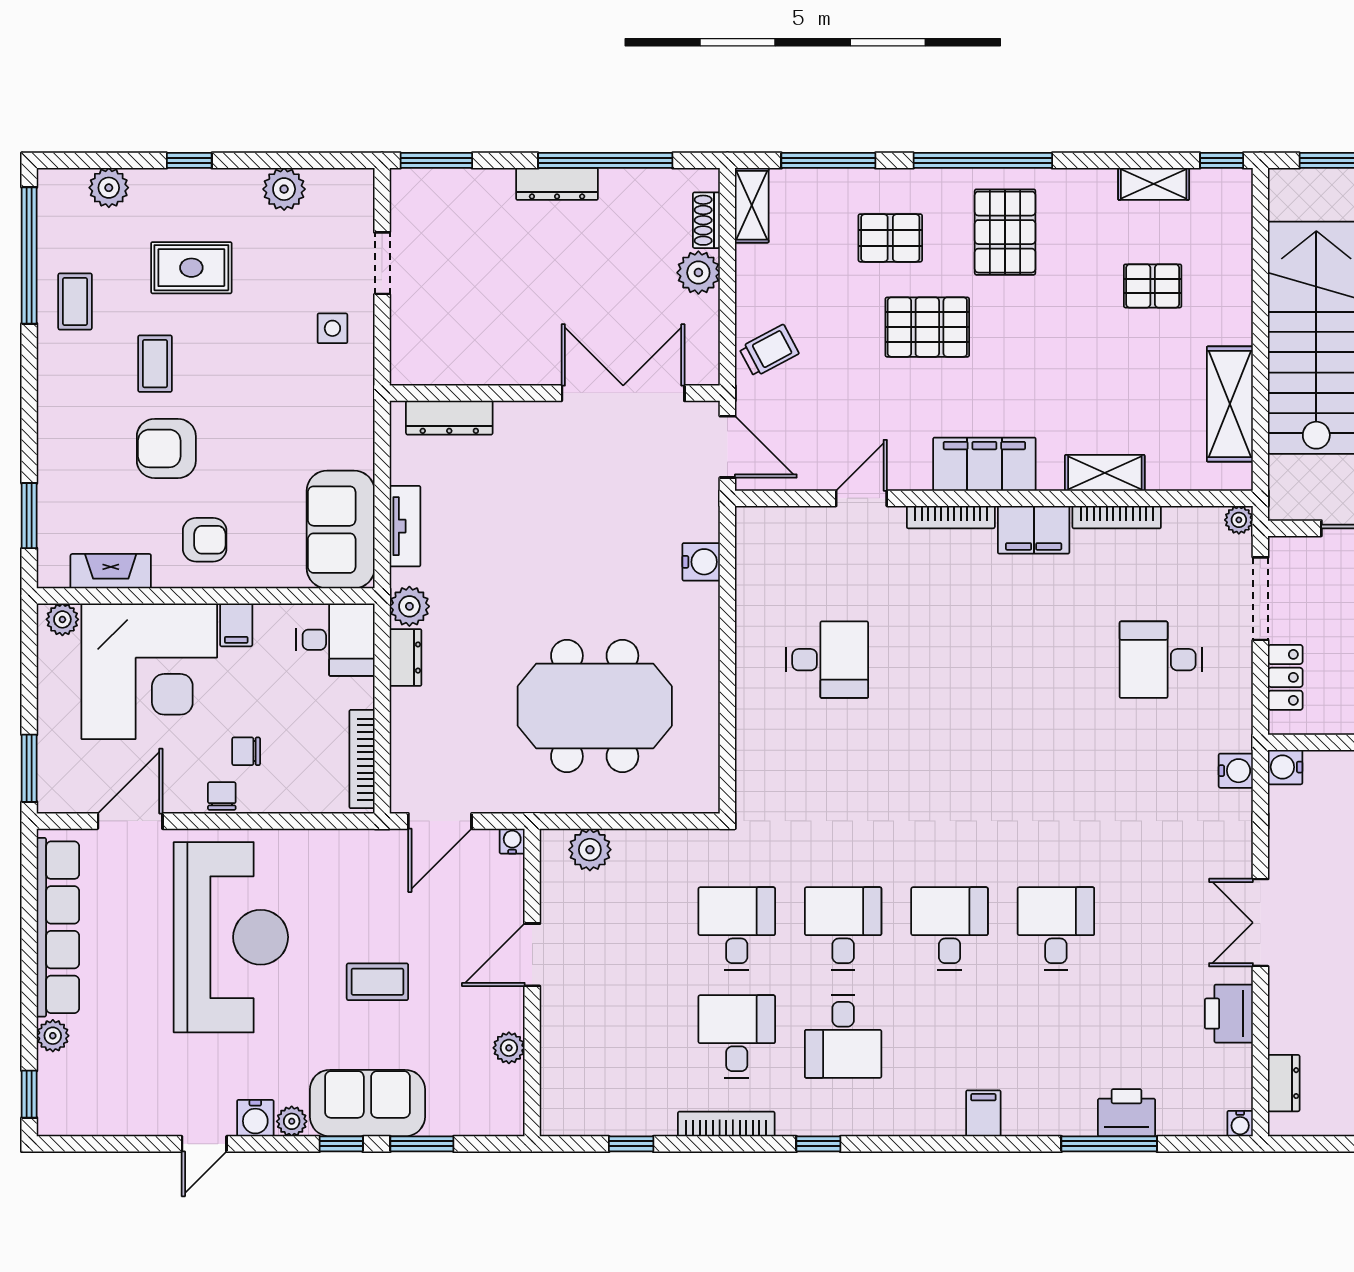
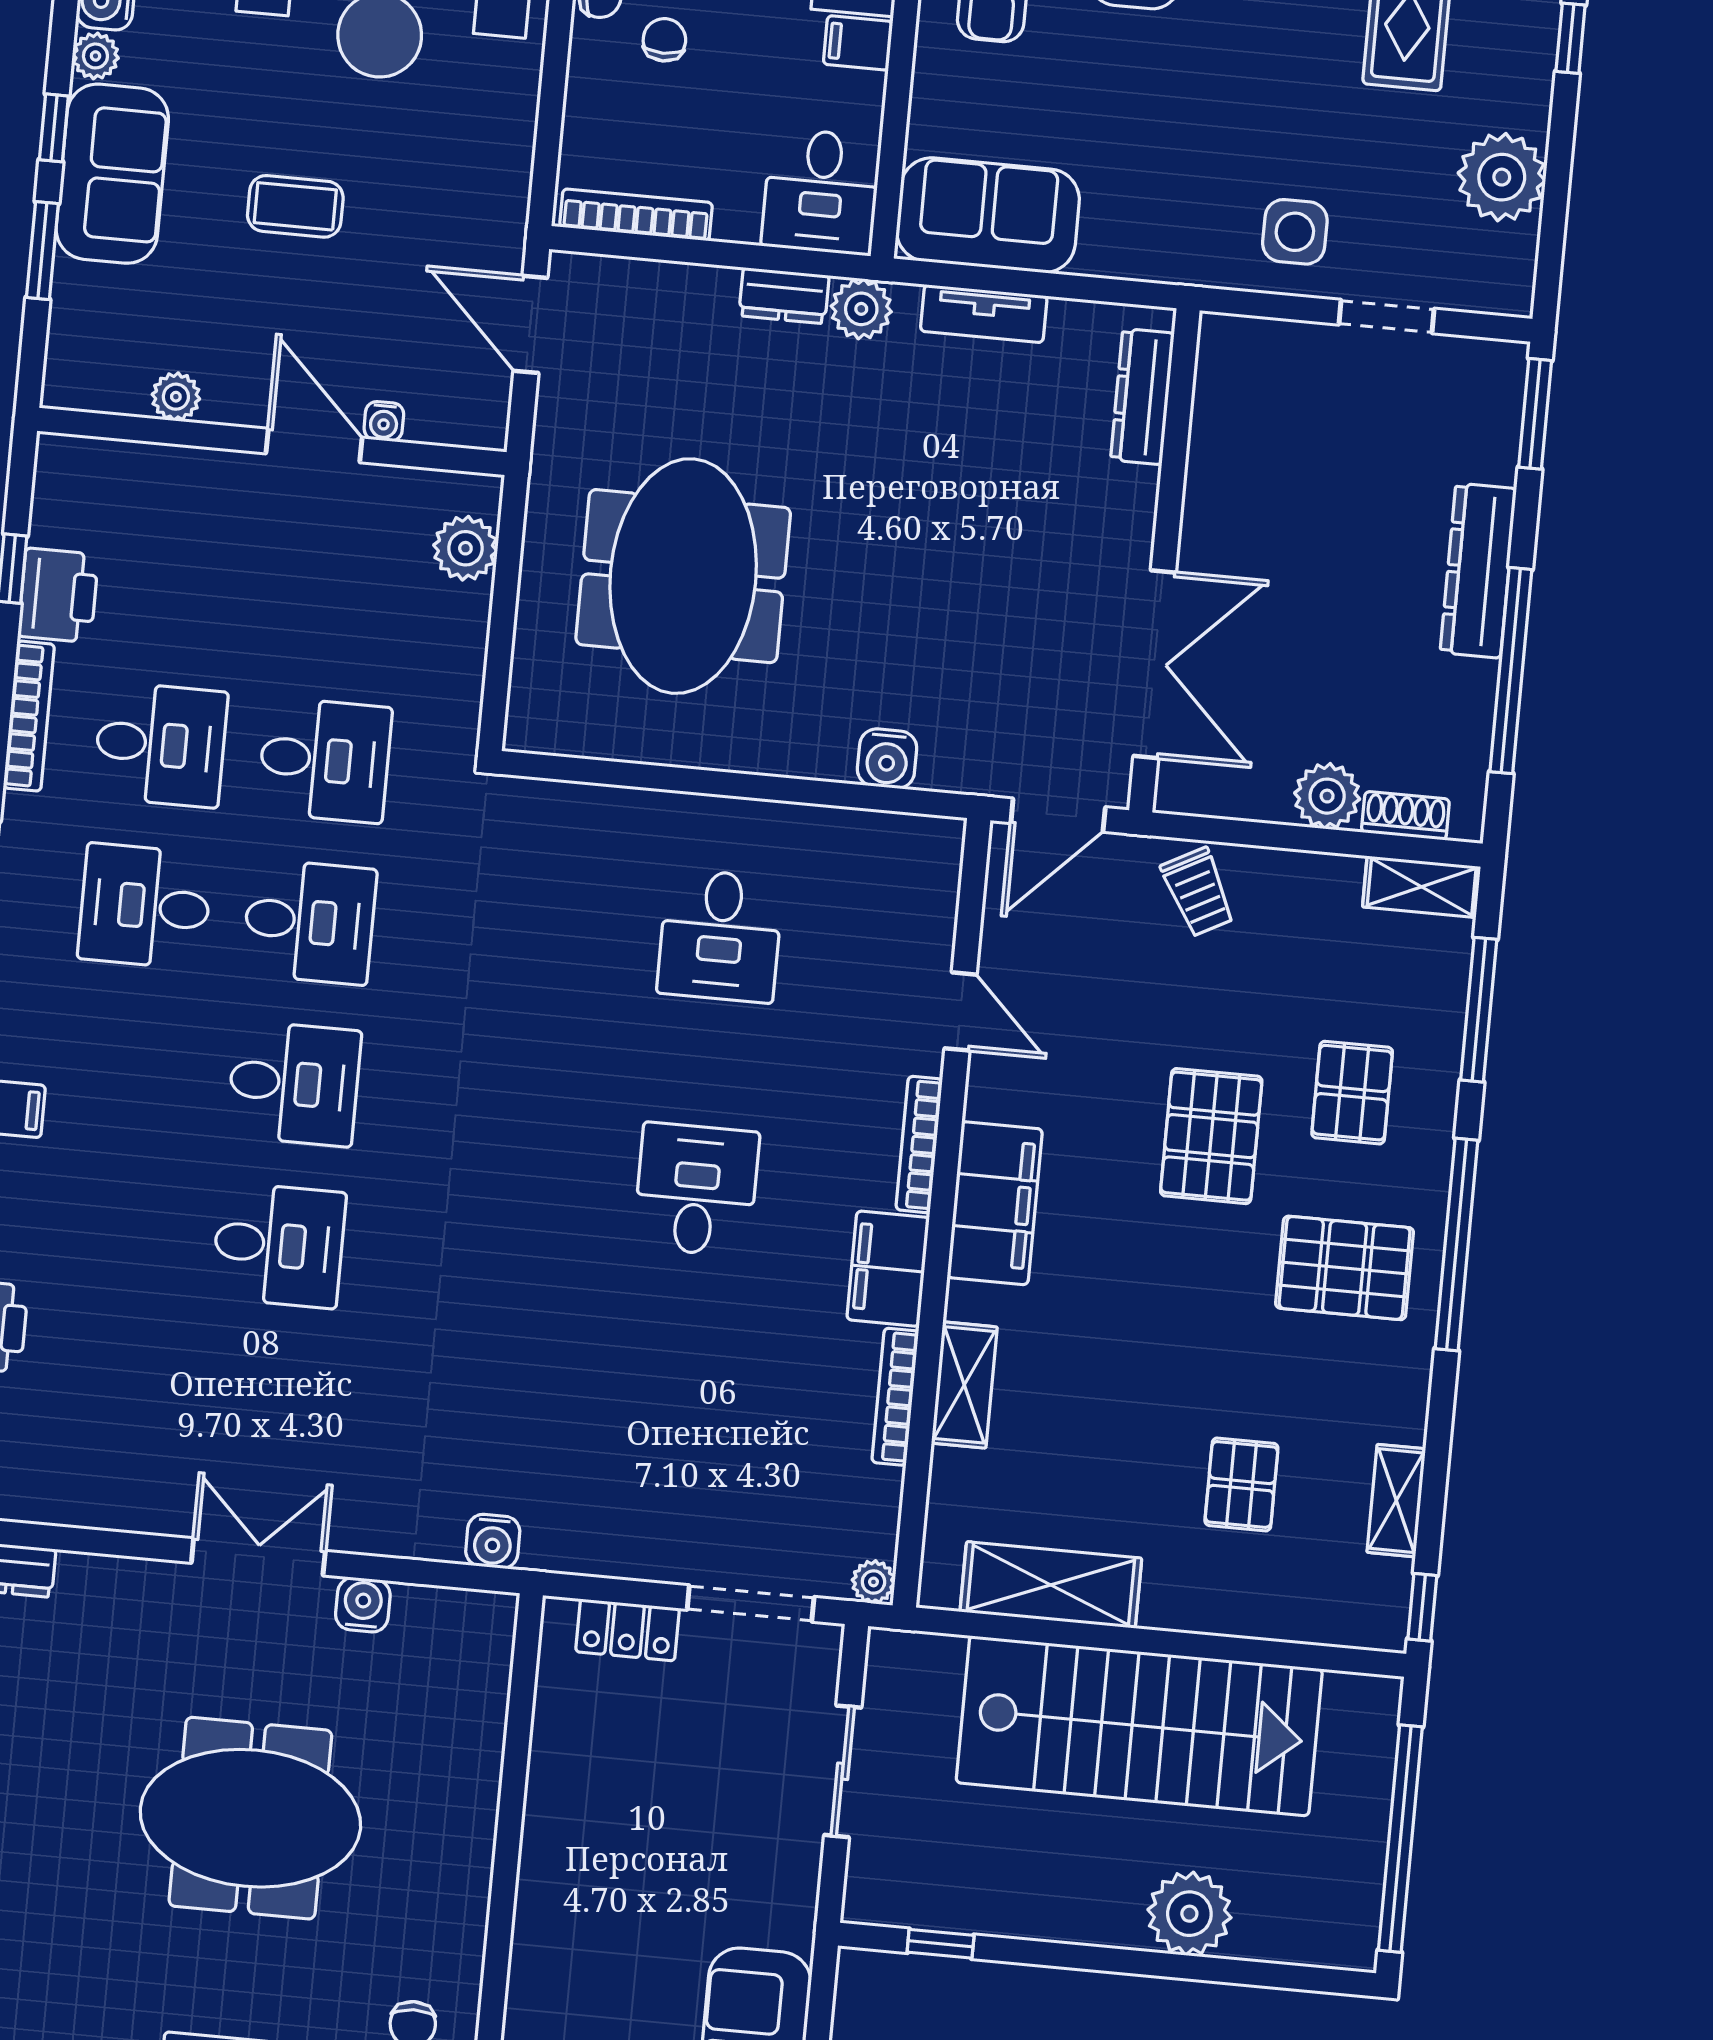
dresser: (557, 184) -> (1478, 571), width x1.37, depth x1.24
plant: (284, 189) -> (1502, 177), width x1.36, depth x1.36
side table: (332, 328) -> (1295, 232), width x1.37, depth x1.37
desk: (1161, 660) -> (696, 1190), moved
water cooler: (1285, 767) -> (363, 1605), moved
water cooler: (512, 841) -> (384, 421), moved, turned 90
coffee table: (377, 982) -> (295, 206), turned 90
printer: (1229, 1014) -> (58, 595), moved, turned 90

